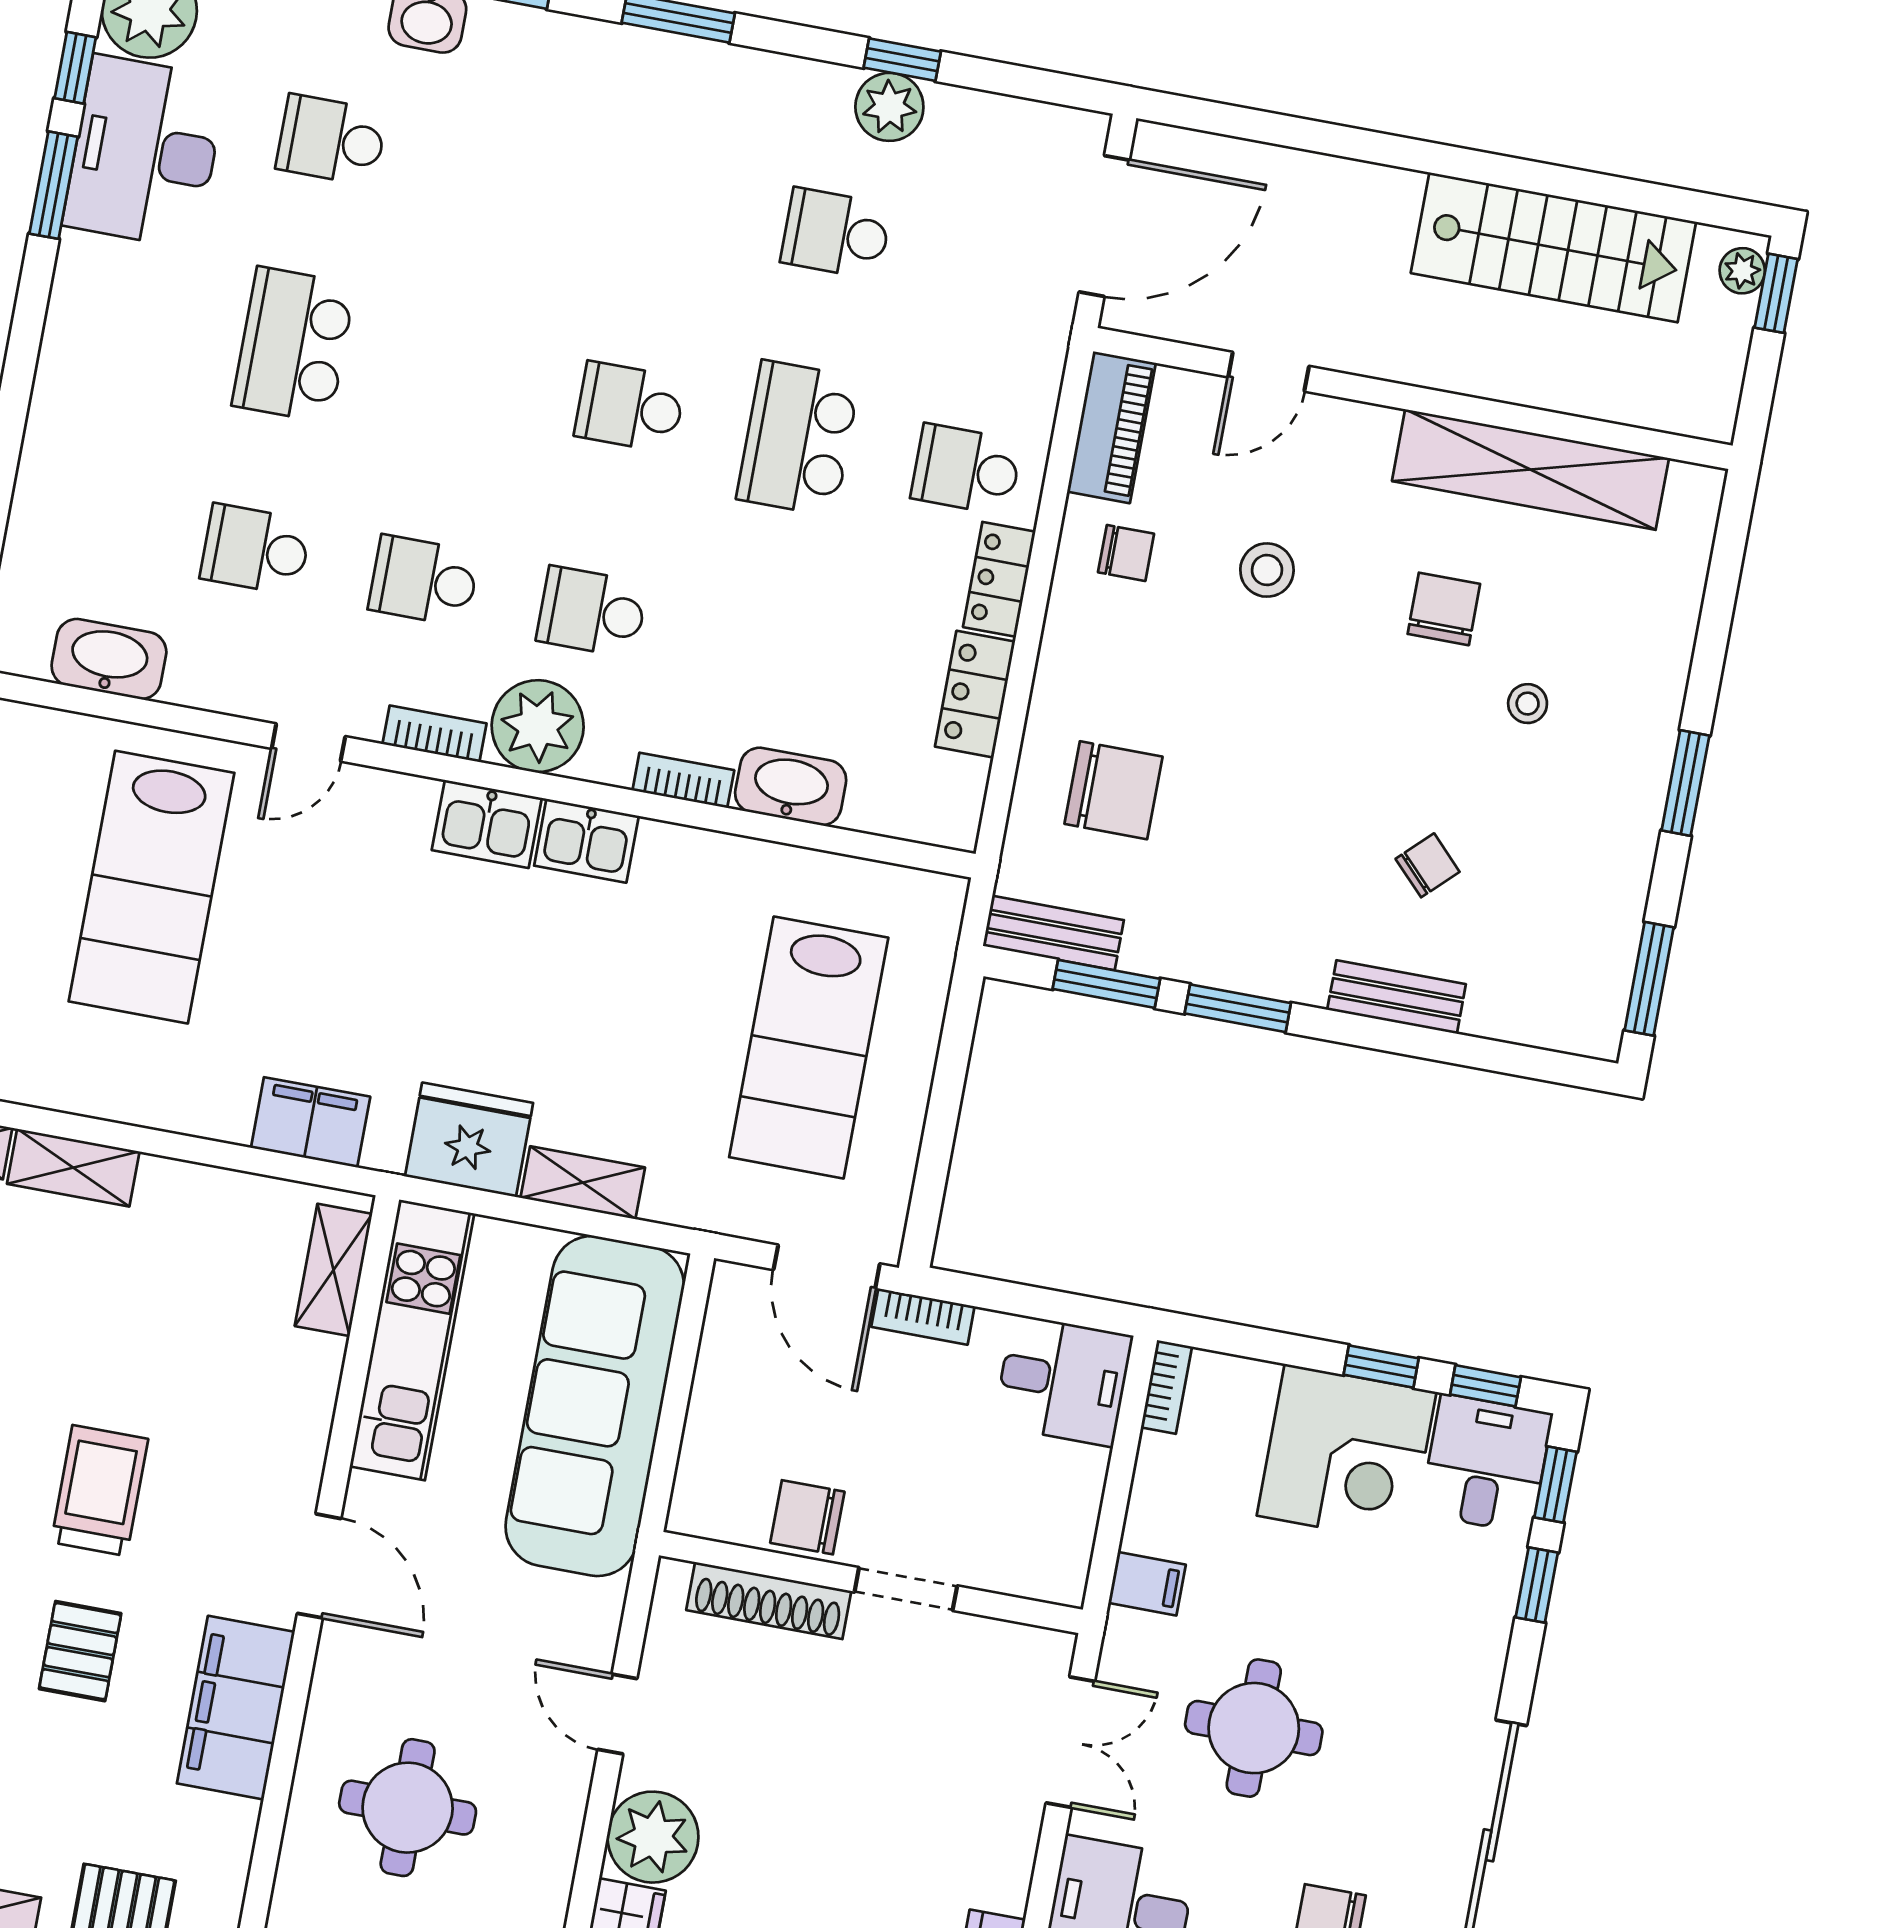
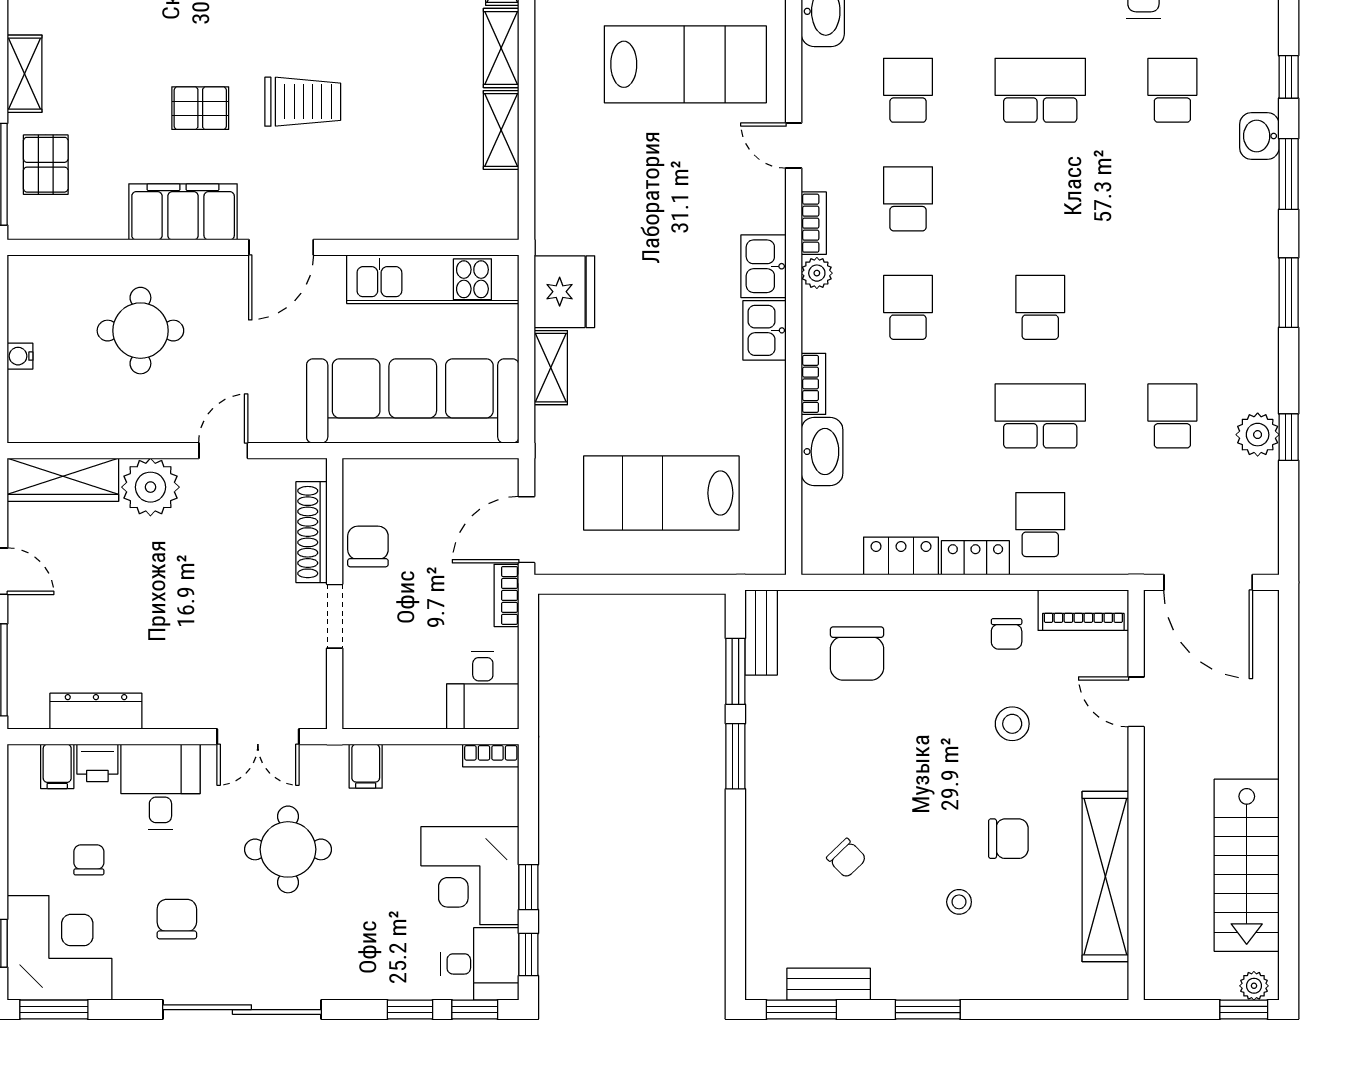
plant: (538, 726) -> (817, 273), width x0.53, depth x0.53
lab bench: (152, 887) -> (685, 64), turned 180
bench: (1397, 997) -> (829, 984), moved, turned 90
filing cabinet: (311, 1122) -> (557, 191), removed
shelving: (333, 1270) -> (501, 130), moved, turned 90

